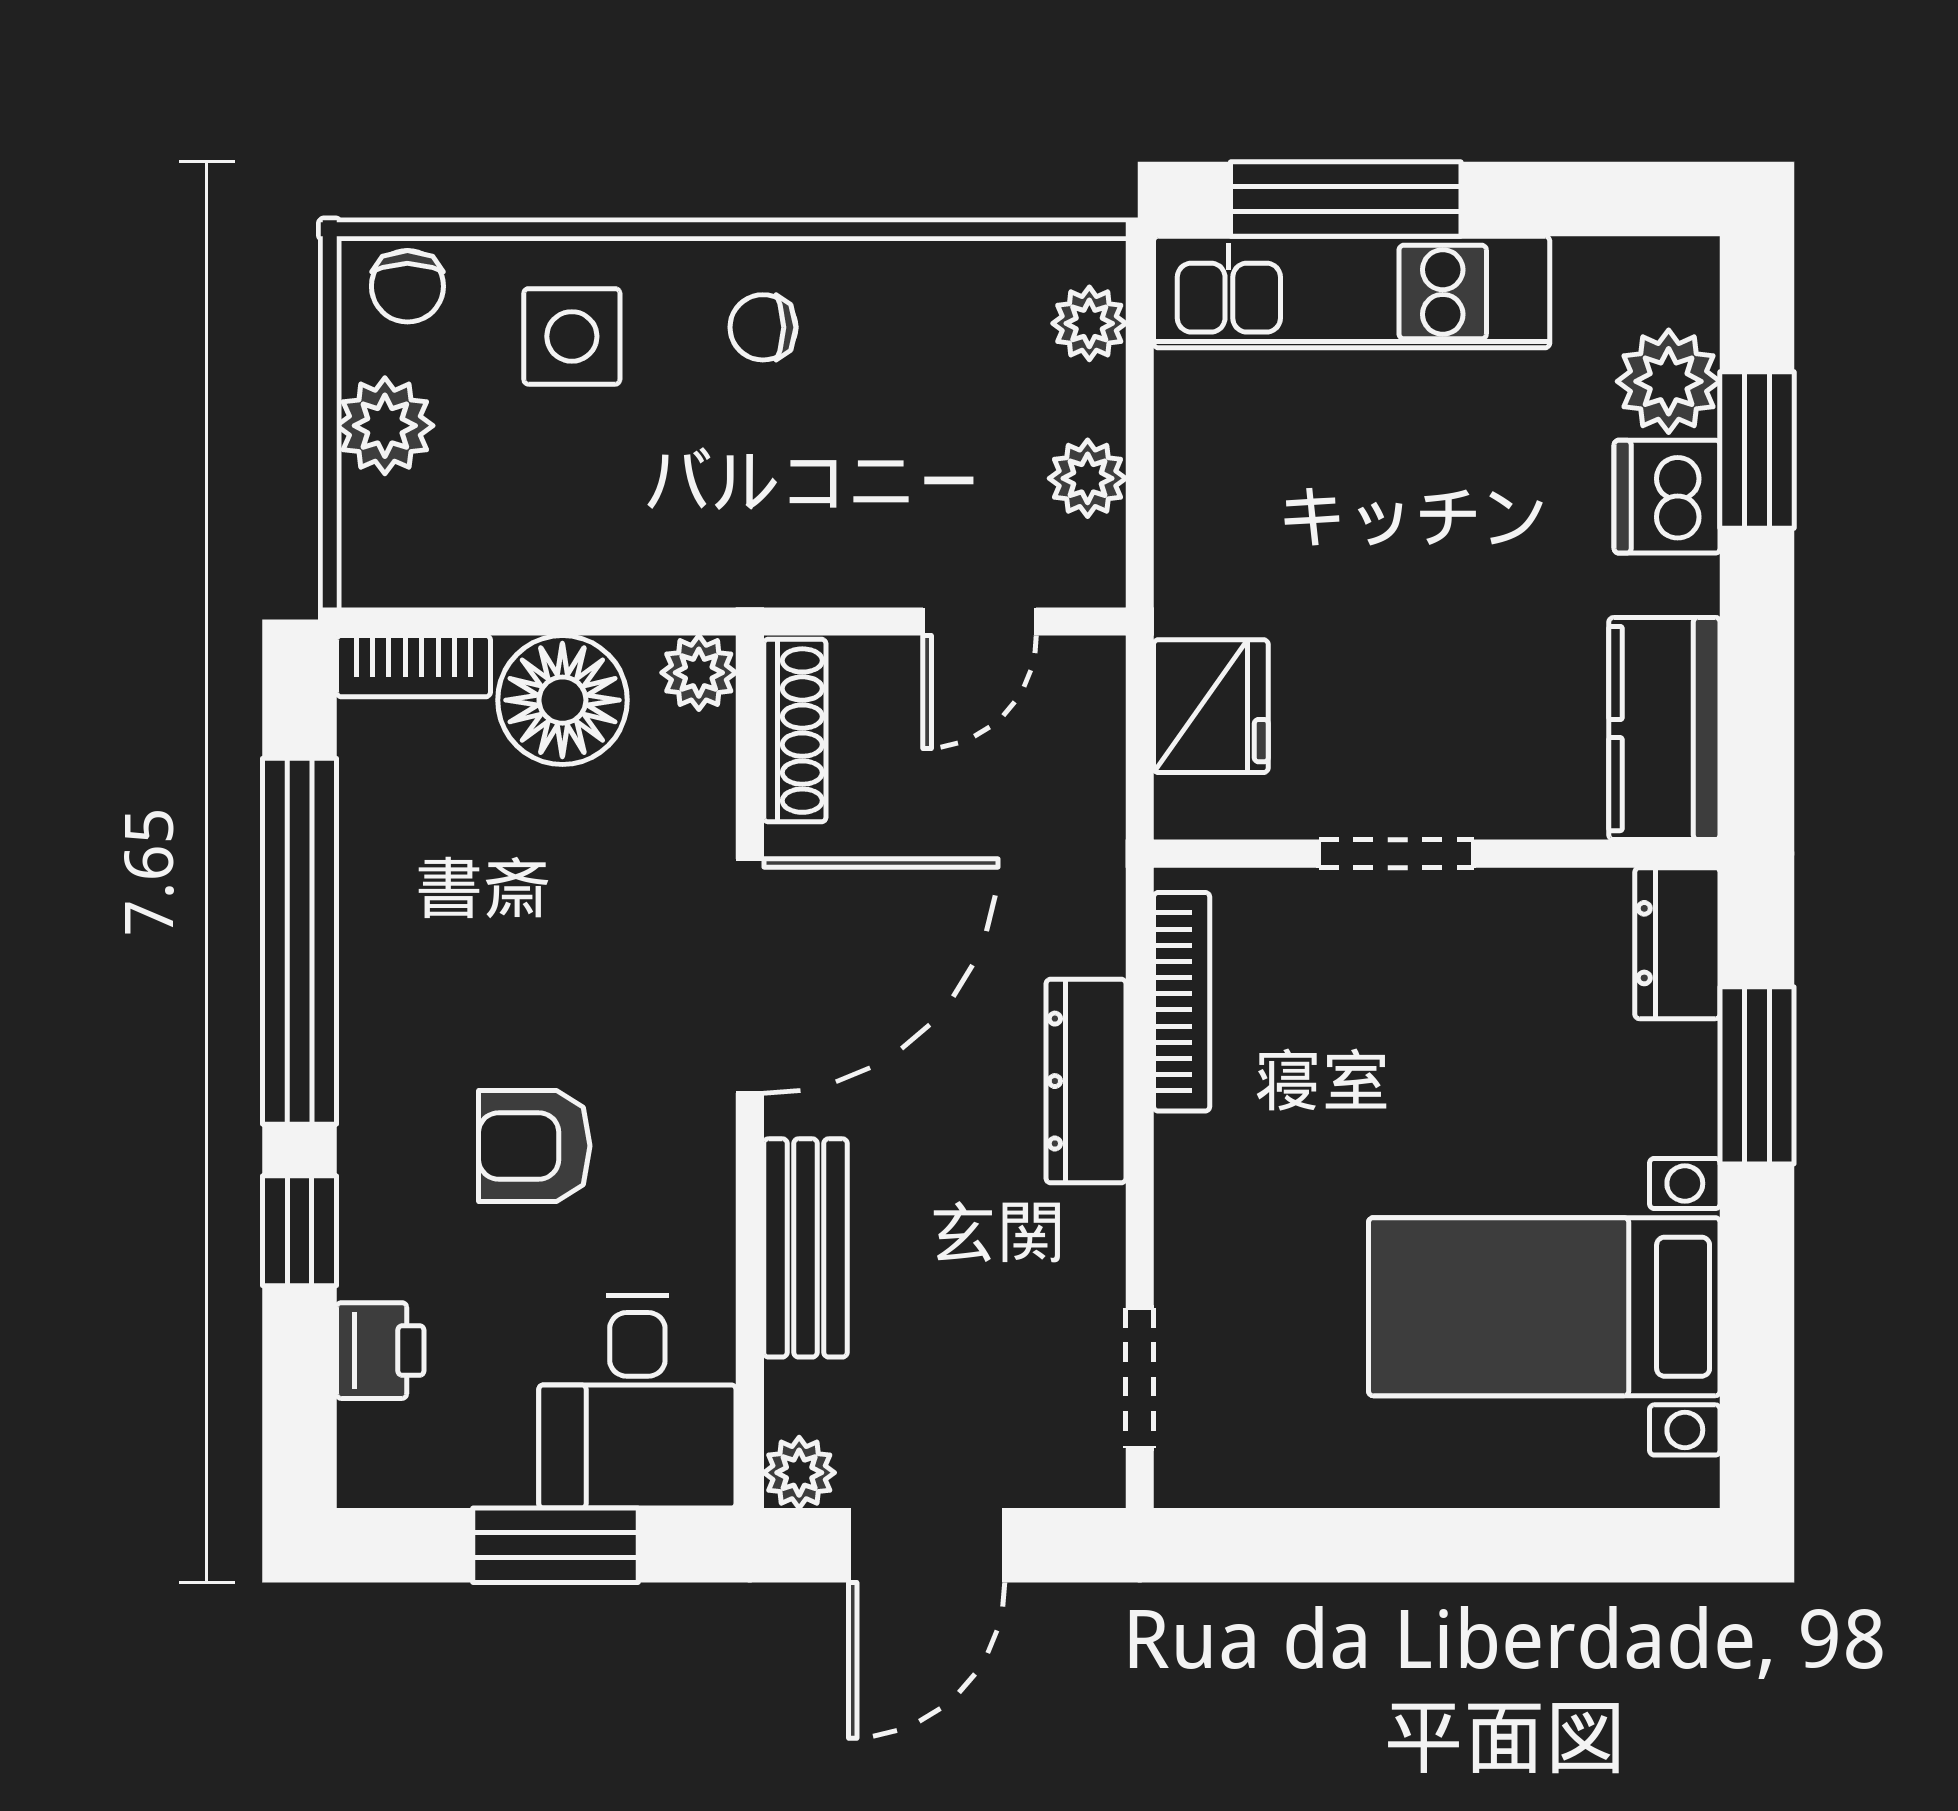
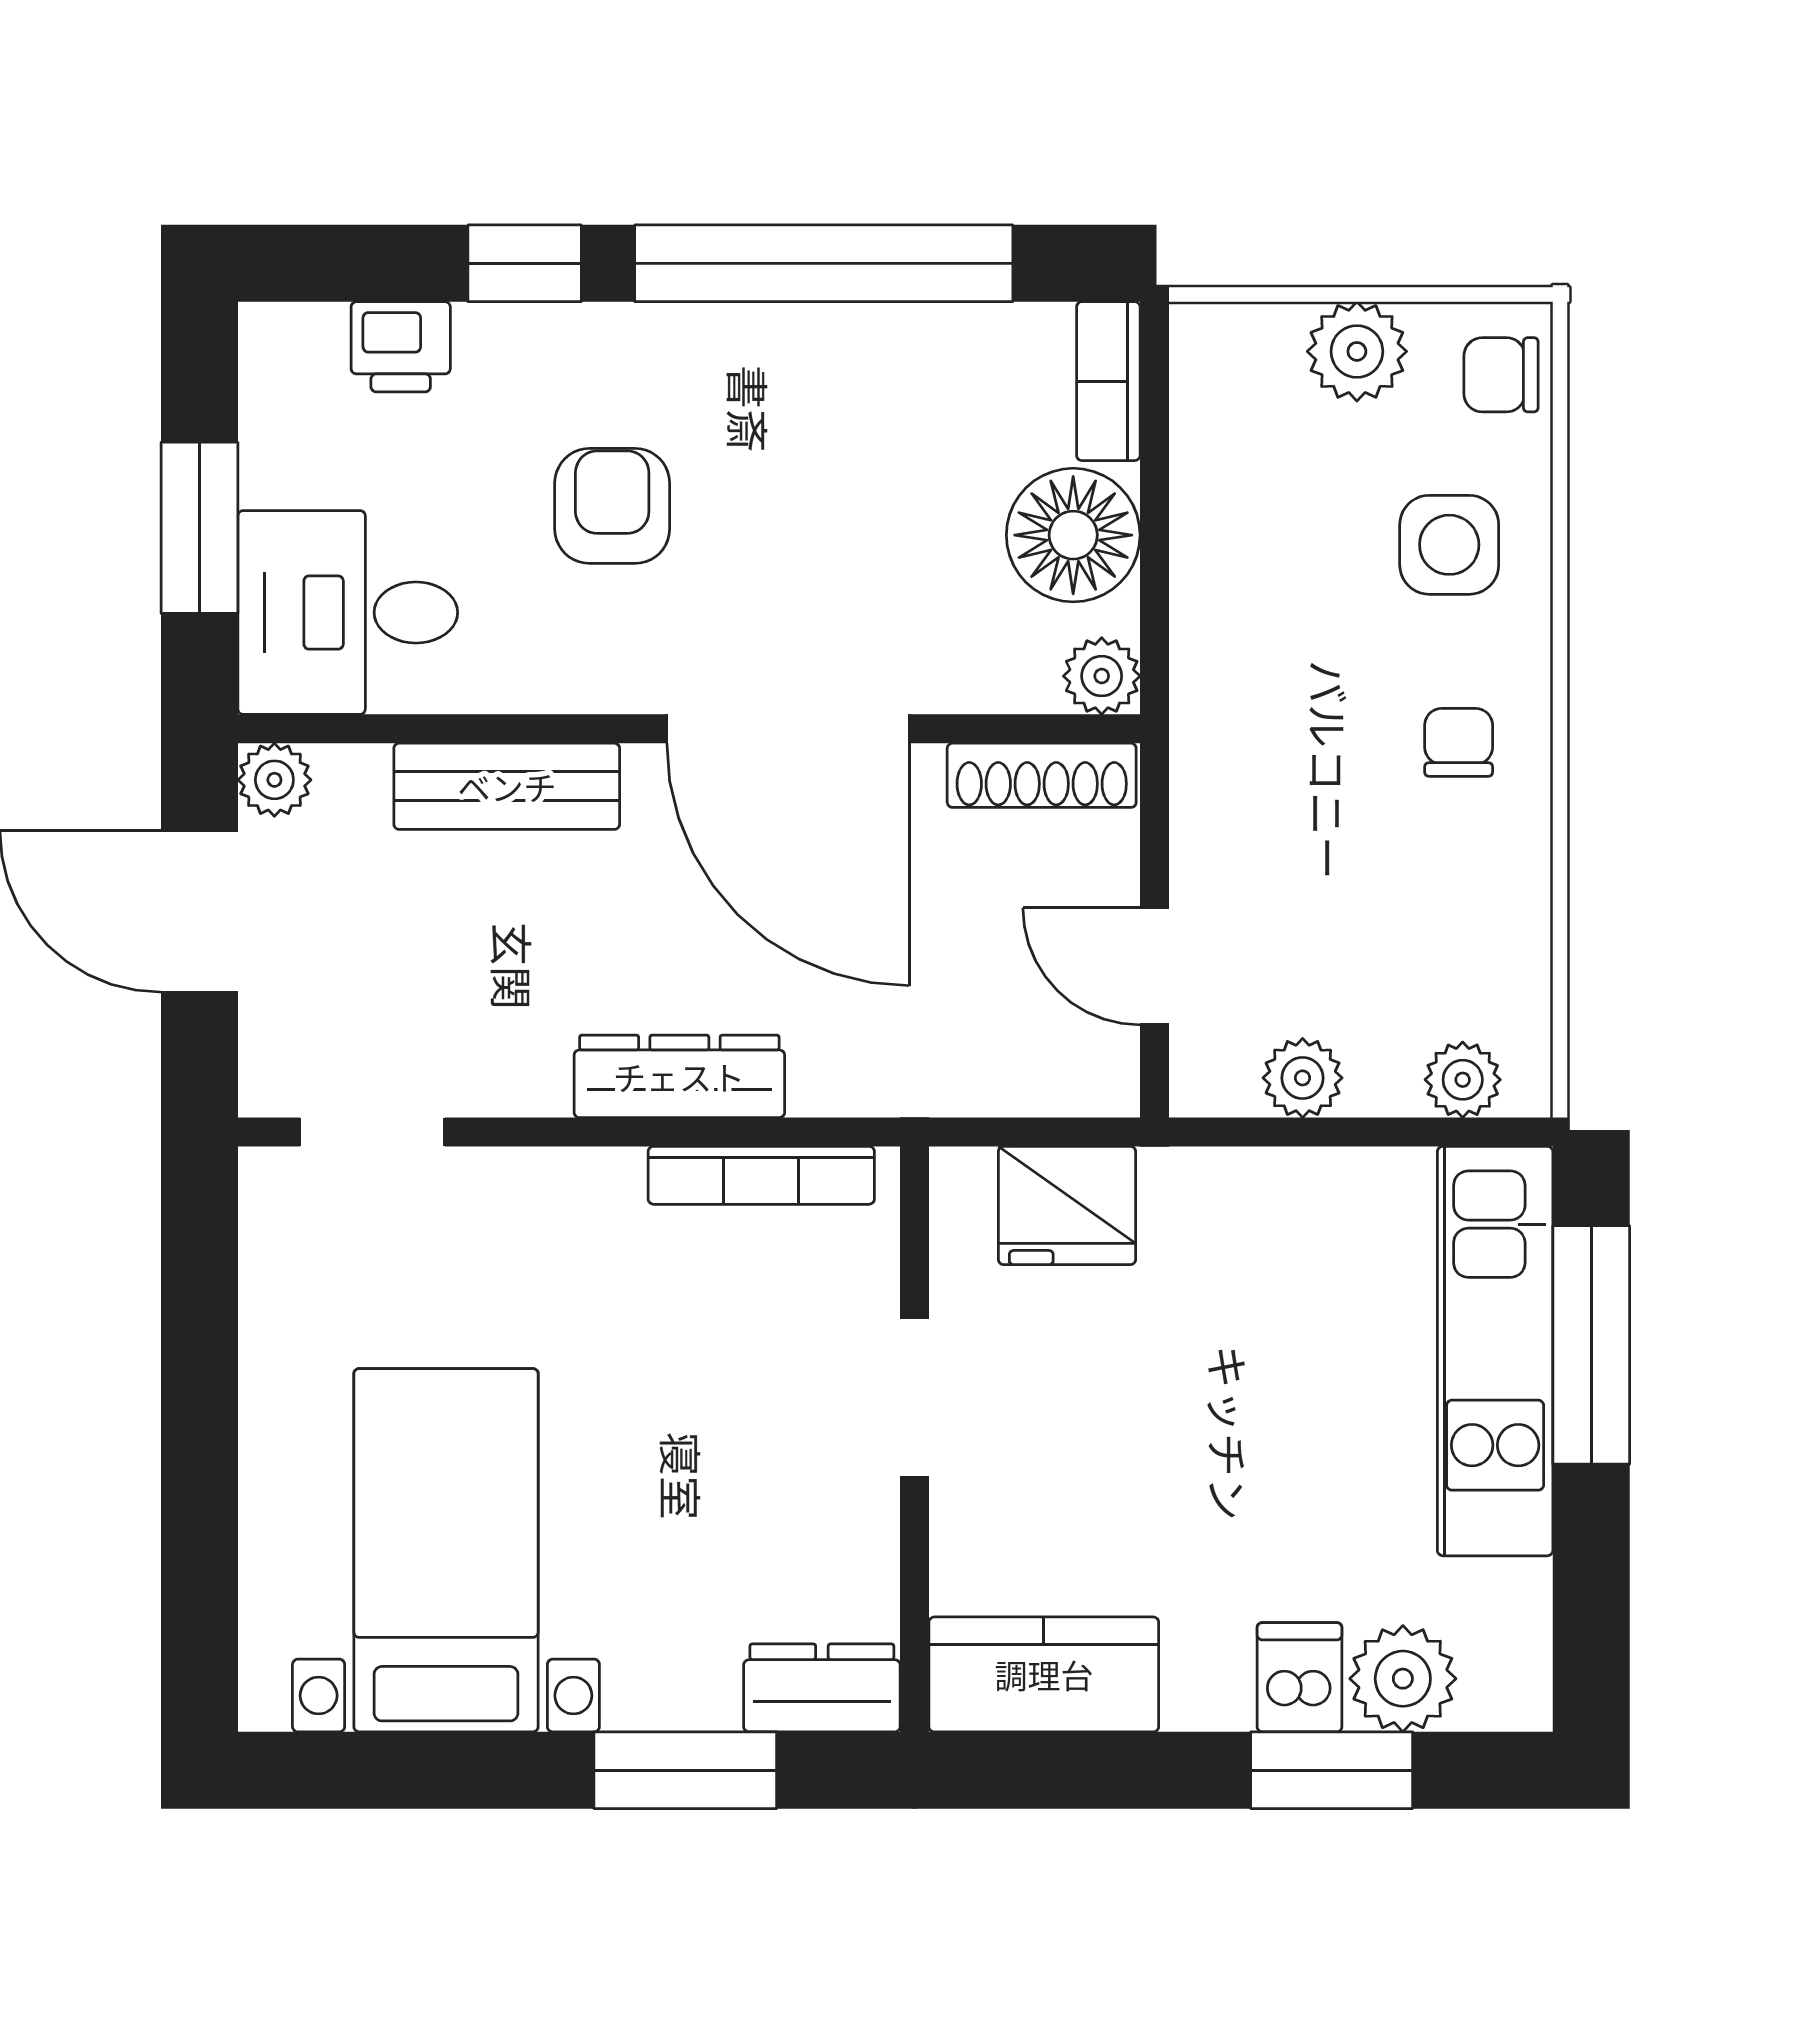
dishwasher: (1667, 497) -> (1300, 1677), width x0.73

